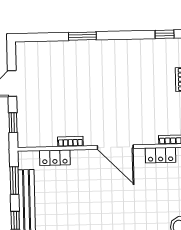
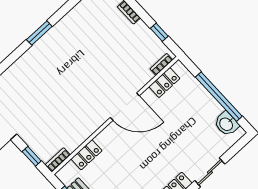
window: (82, 36) -> (39, 33), moved
bookcase: (70, 142) -> (58, 160), moved

